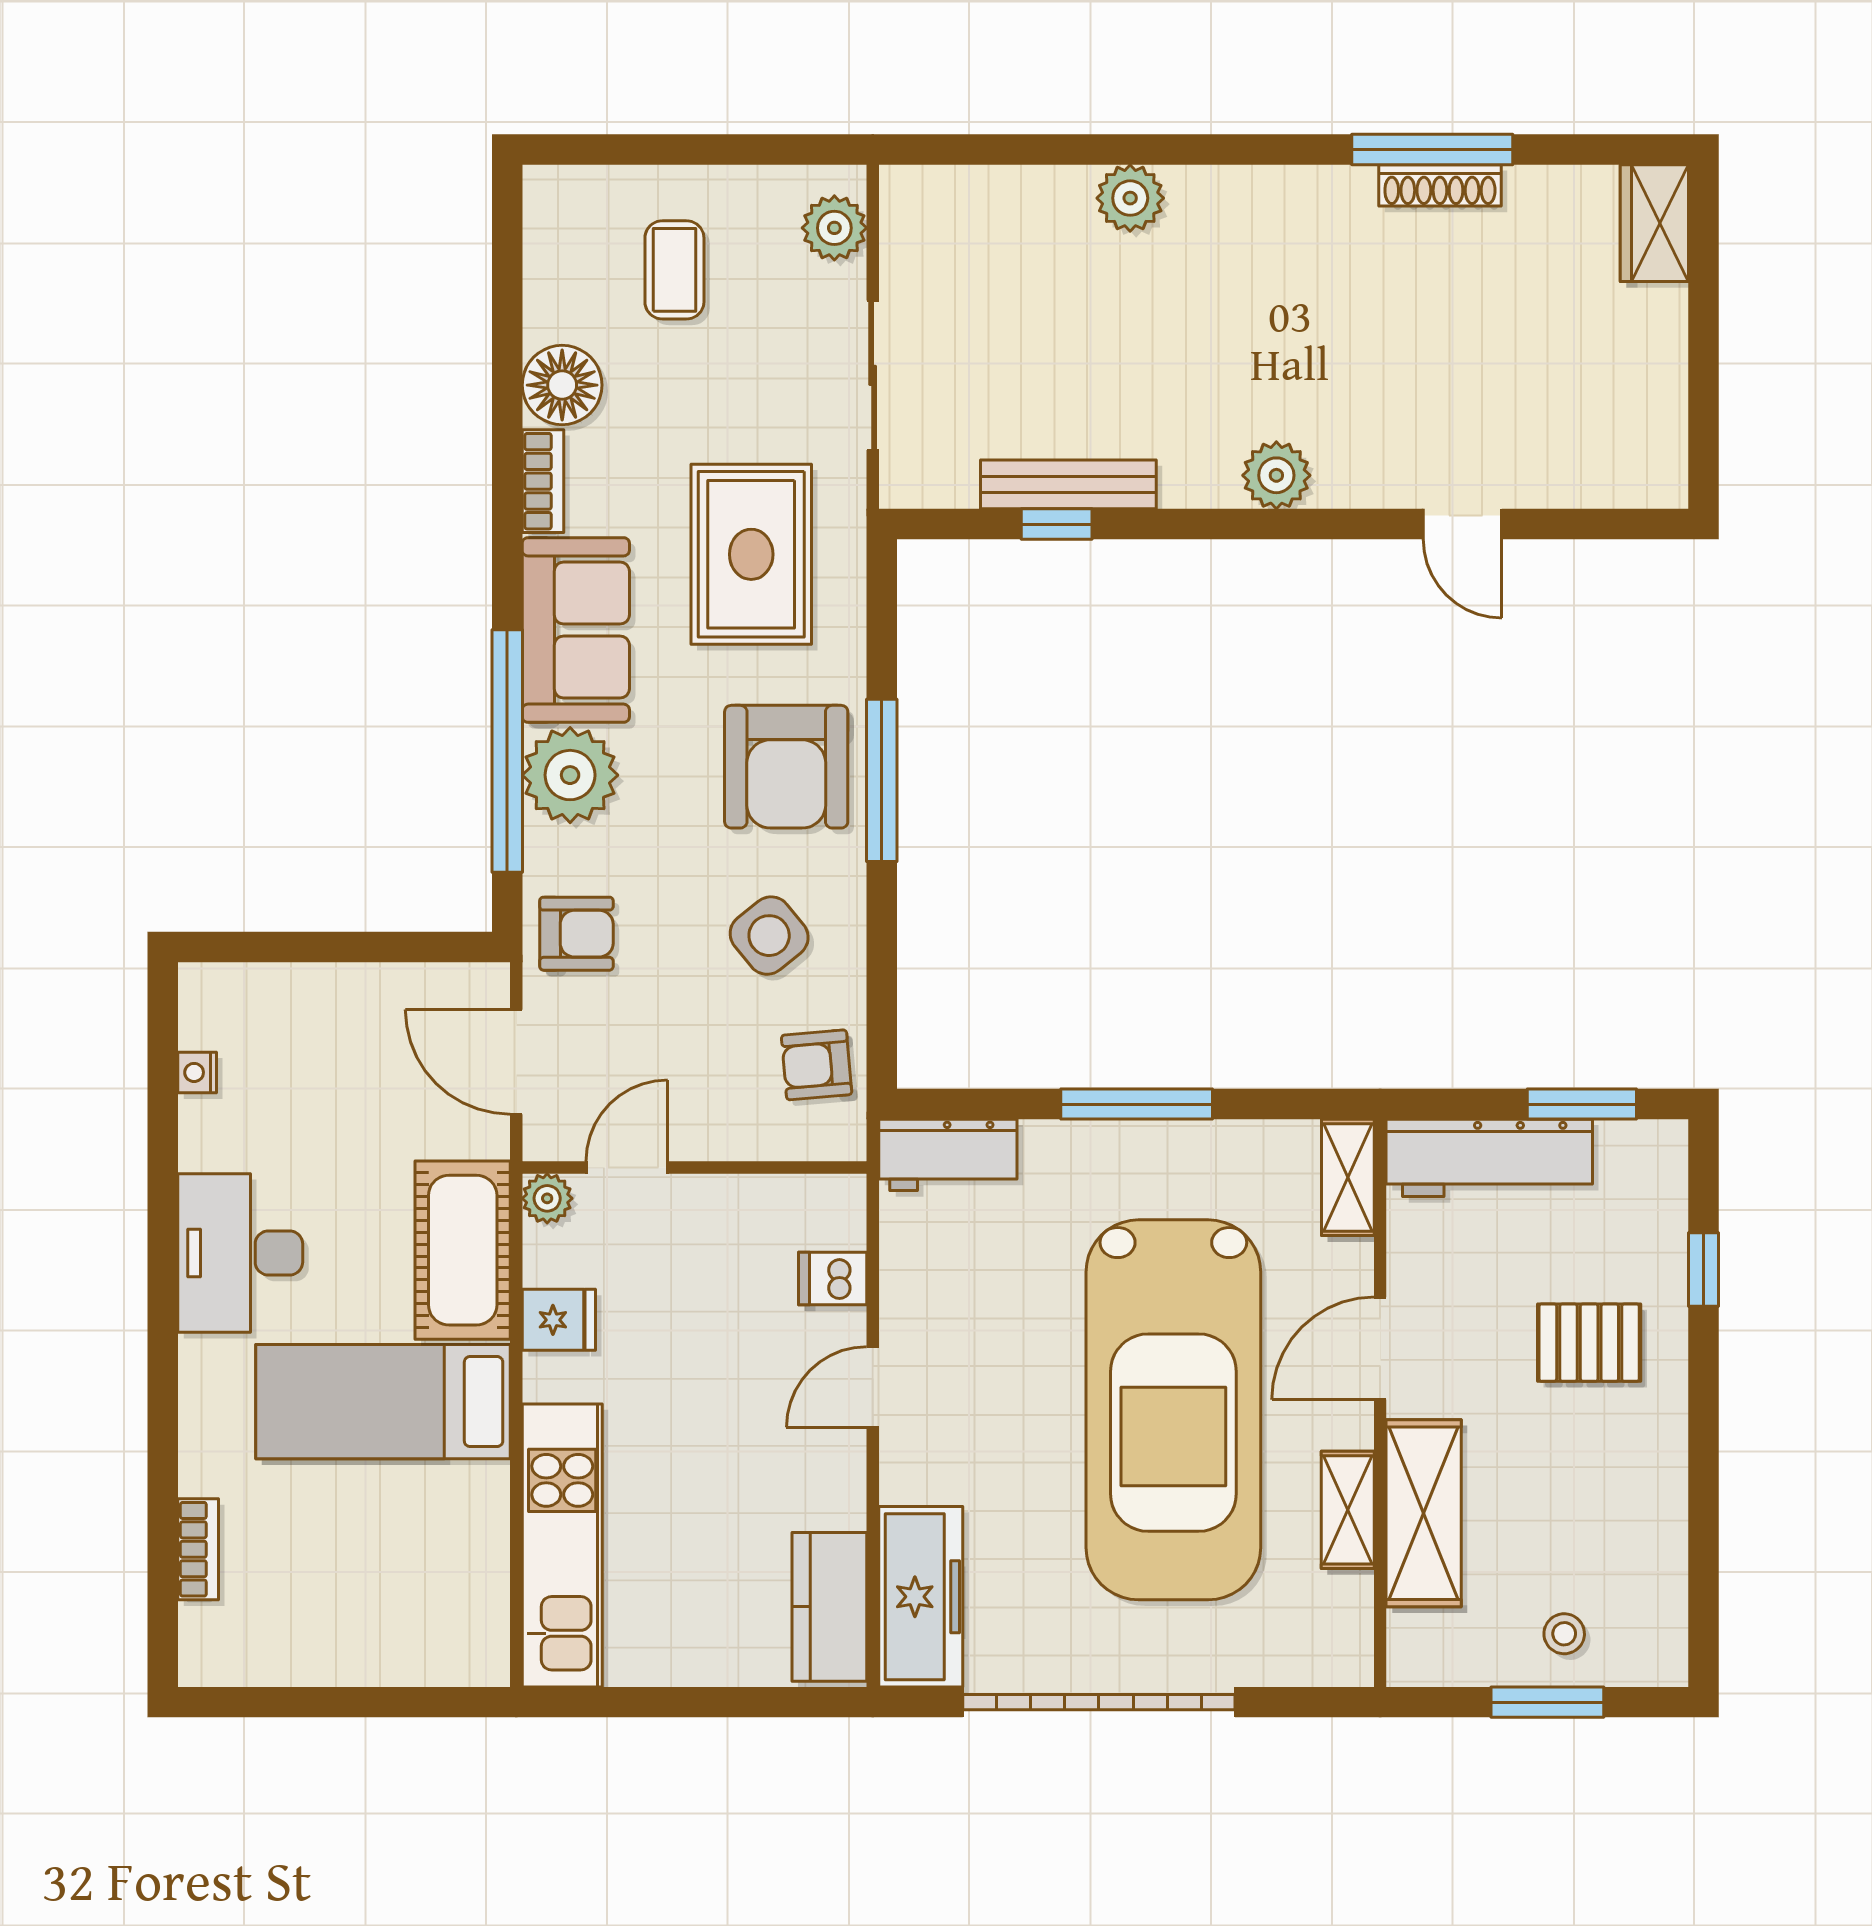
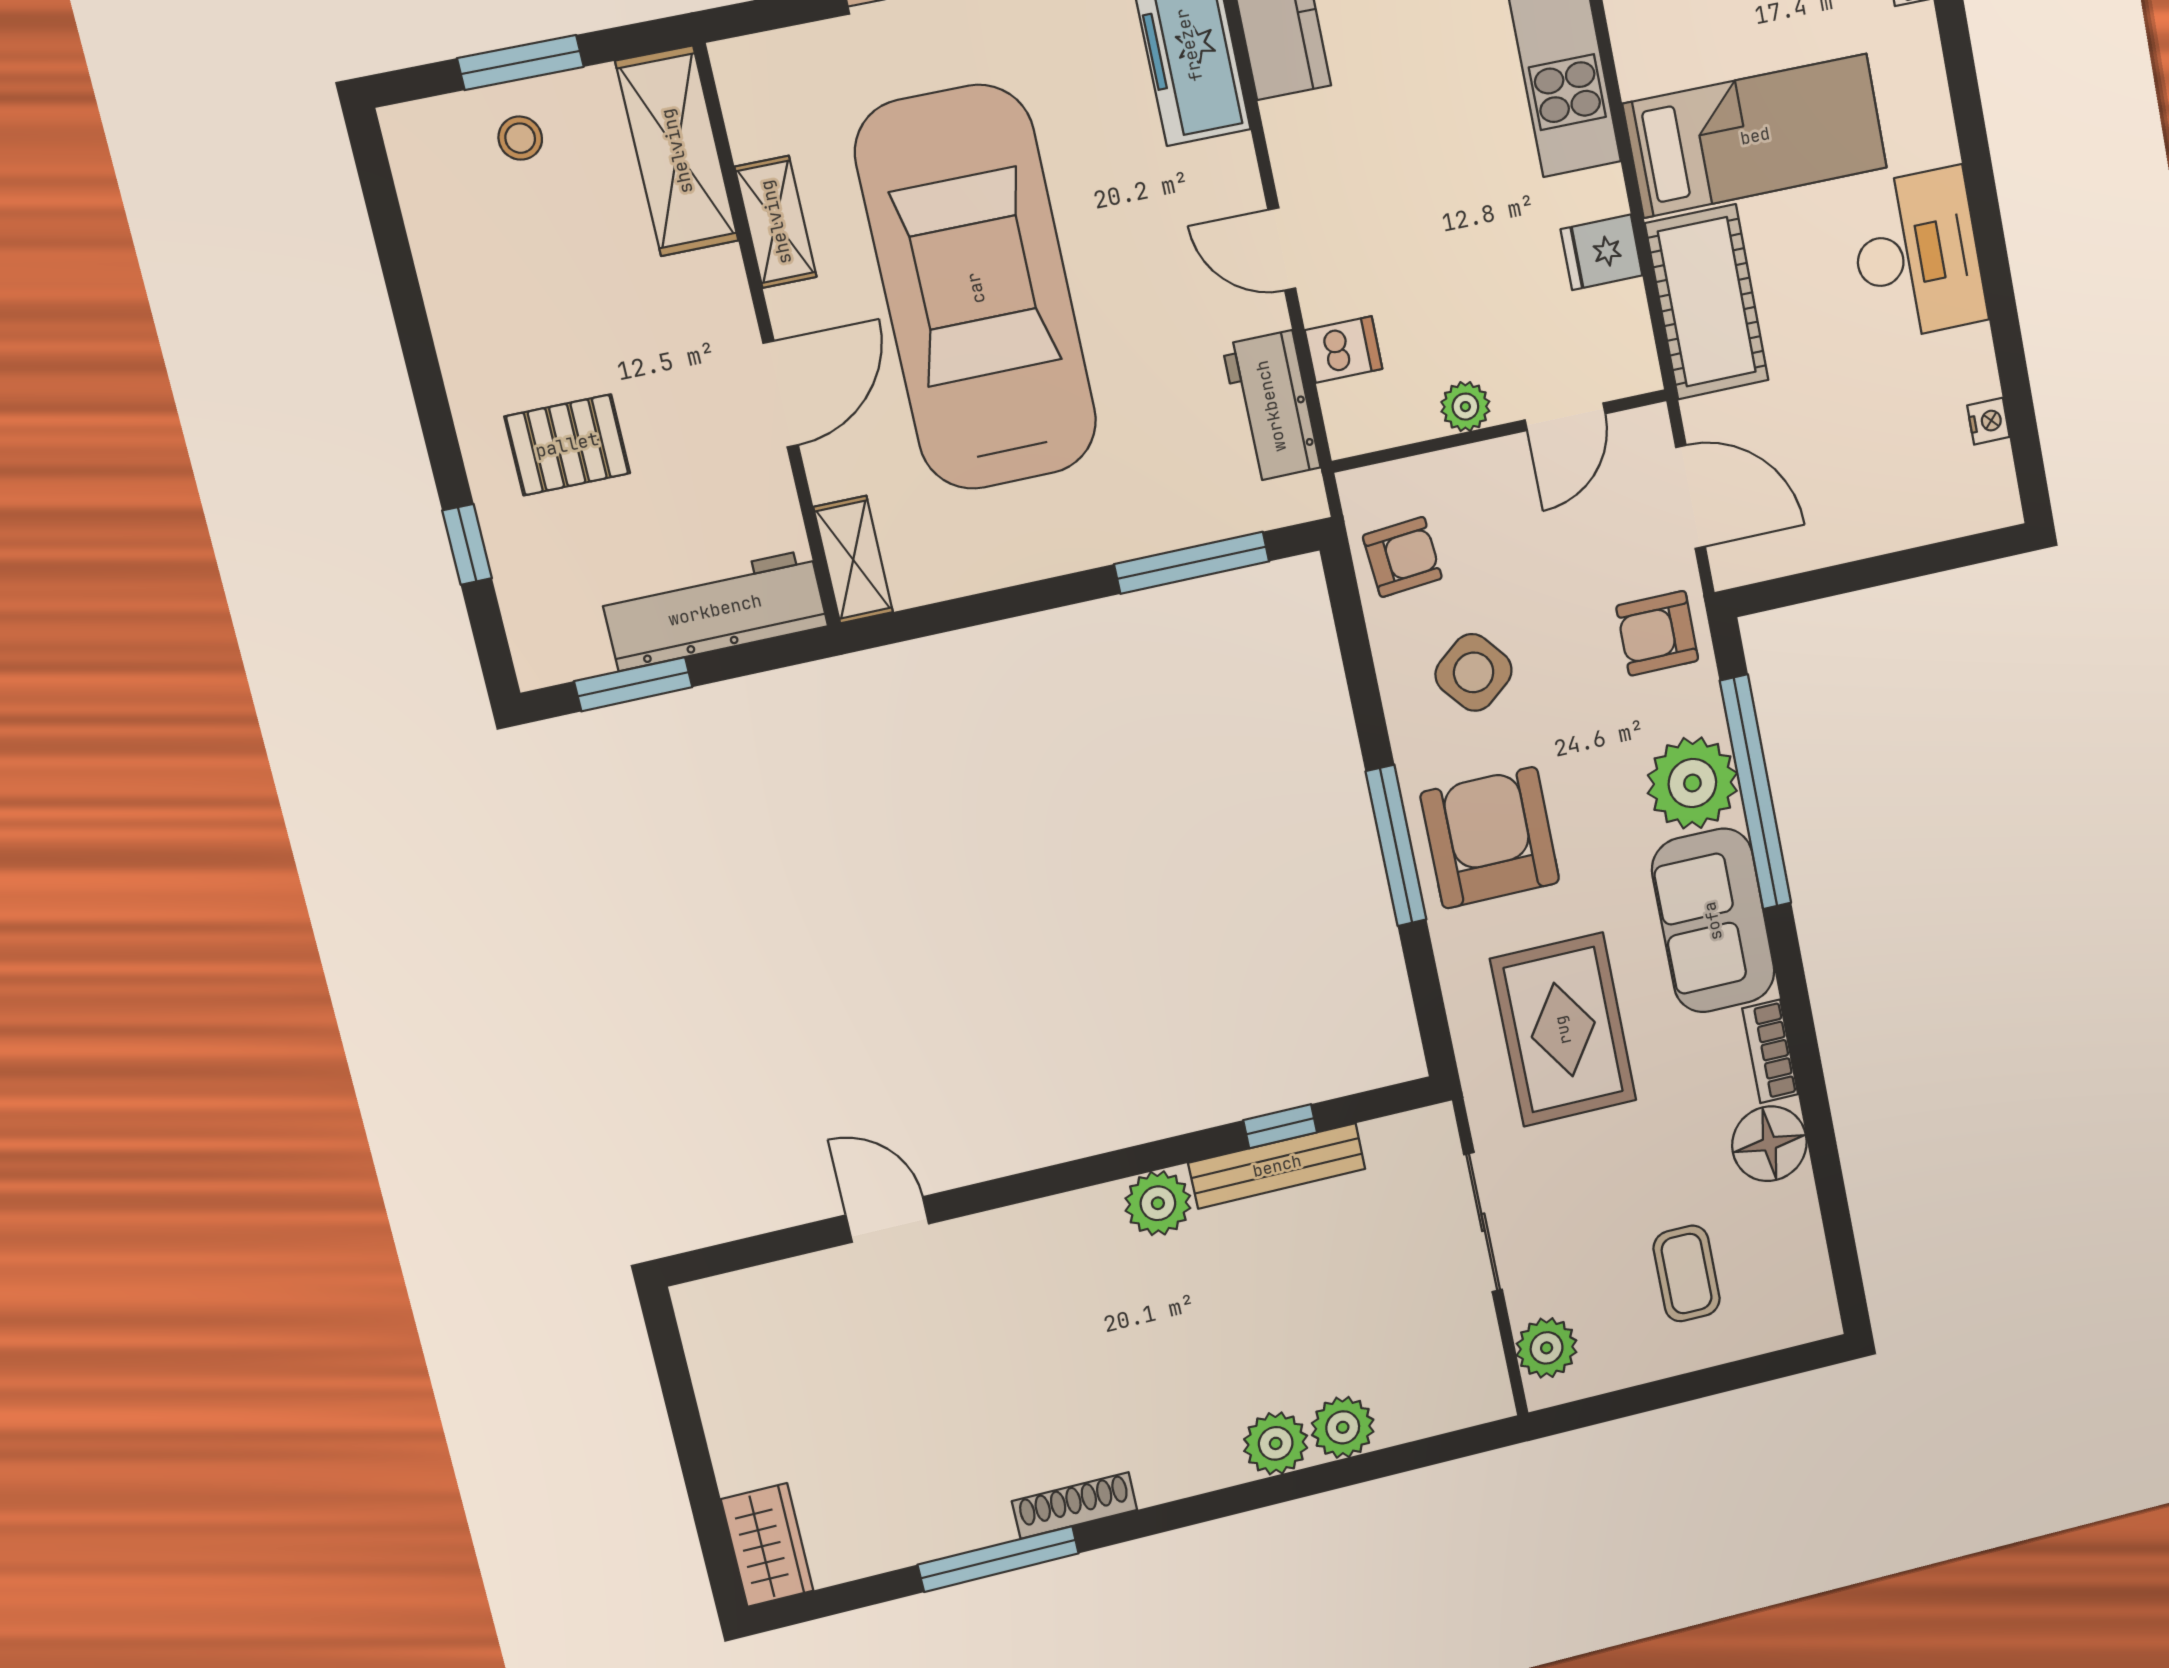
shoe rack: (1440, 185) -> (1075, 1505), moved
plant: (1059, 197) -> (1343, 1427), added
plant: (1276, 475) -> (1158, 1203), moved
window: (1137, 1104) -> (1192, 563), moved
workbench: (948, 1155) -> (1271, 406), moved, turned -90
plant: (547, 1198) -> (1465, 407), moved
door: (873, 1387) -> (1282, 249), swing flipped
shelving: (1424, 1513) -> (677, 151), moved

